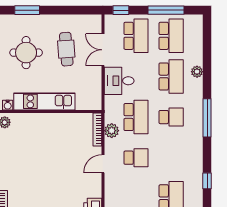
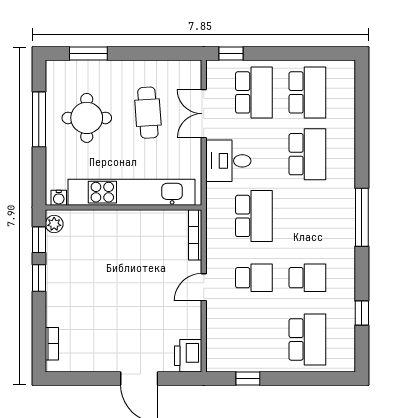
window: (166, 10) -> (299, 53), removed
plant: (197, 72) -> (347, 147), removed
kitchen unit: (44, 101) -> (131, 192), width x1.36
school desk: (171, 117) -> (307, 278), moved
plant: (112, 131) -> (217, 237), removed

